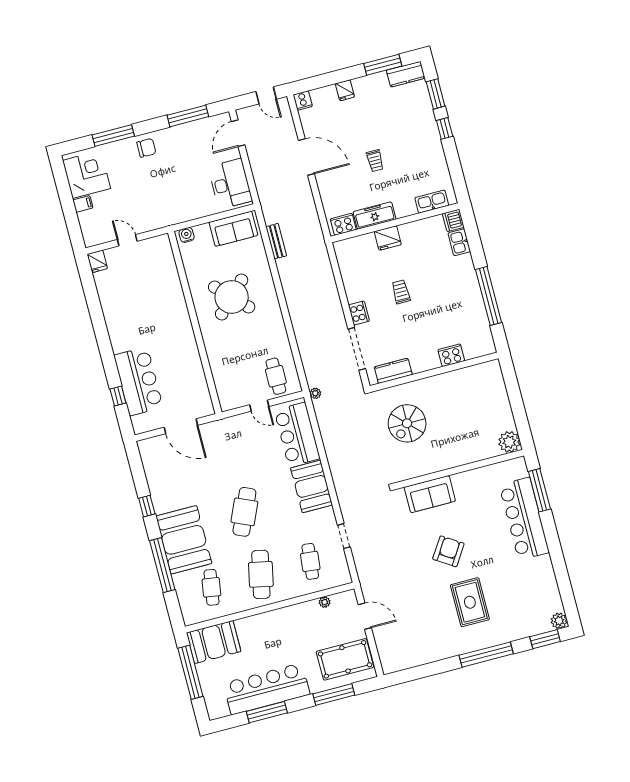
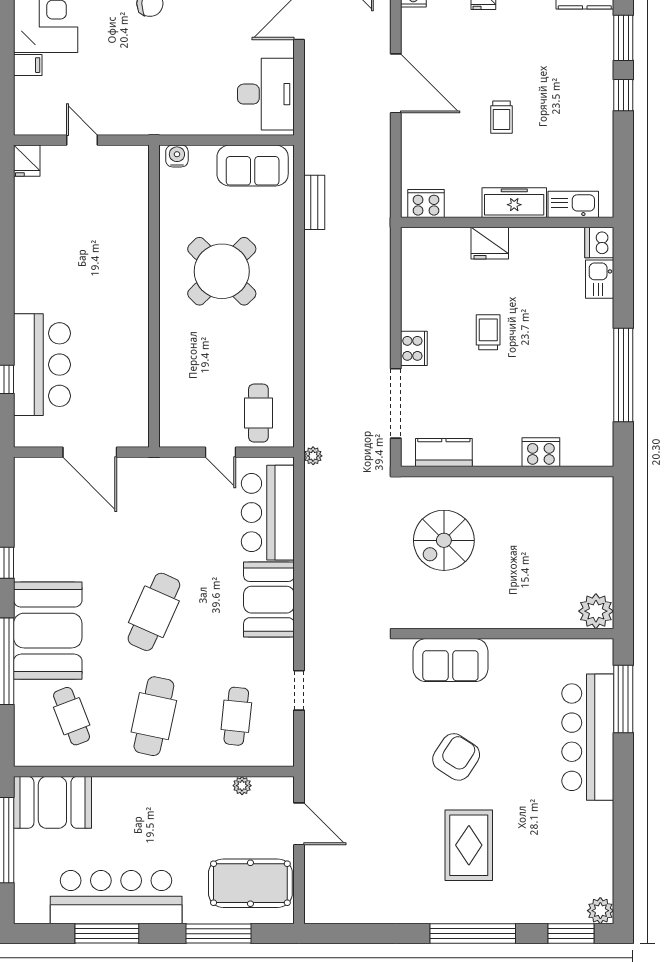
freezer: (374, 216) -> (514, 203), moved
cafe table: (211, 587) -> (72, 716), turned -30

